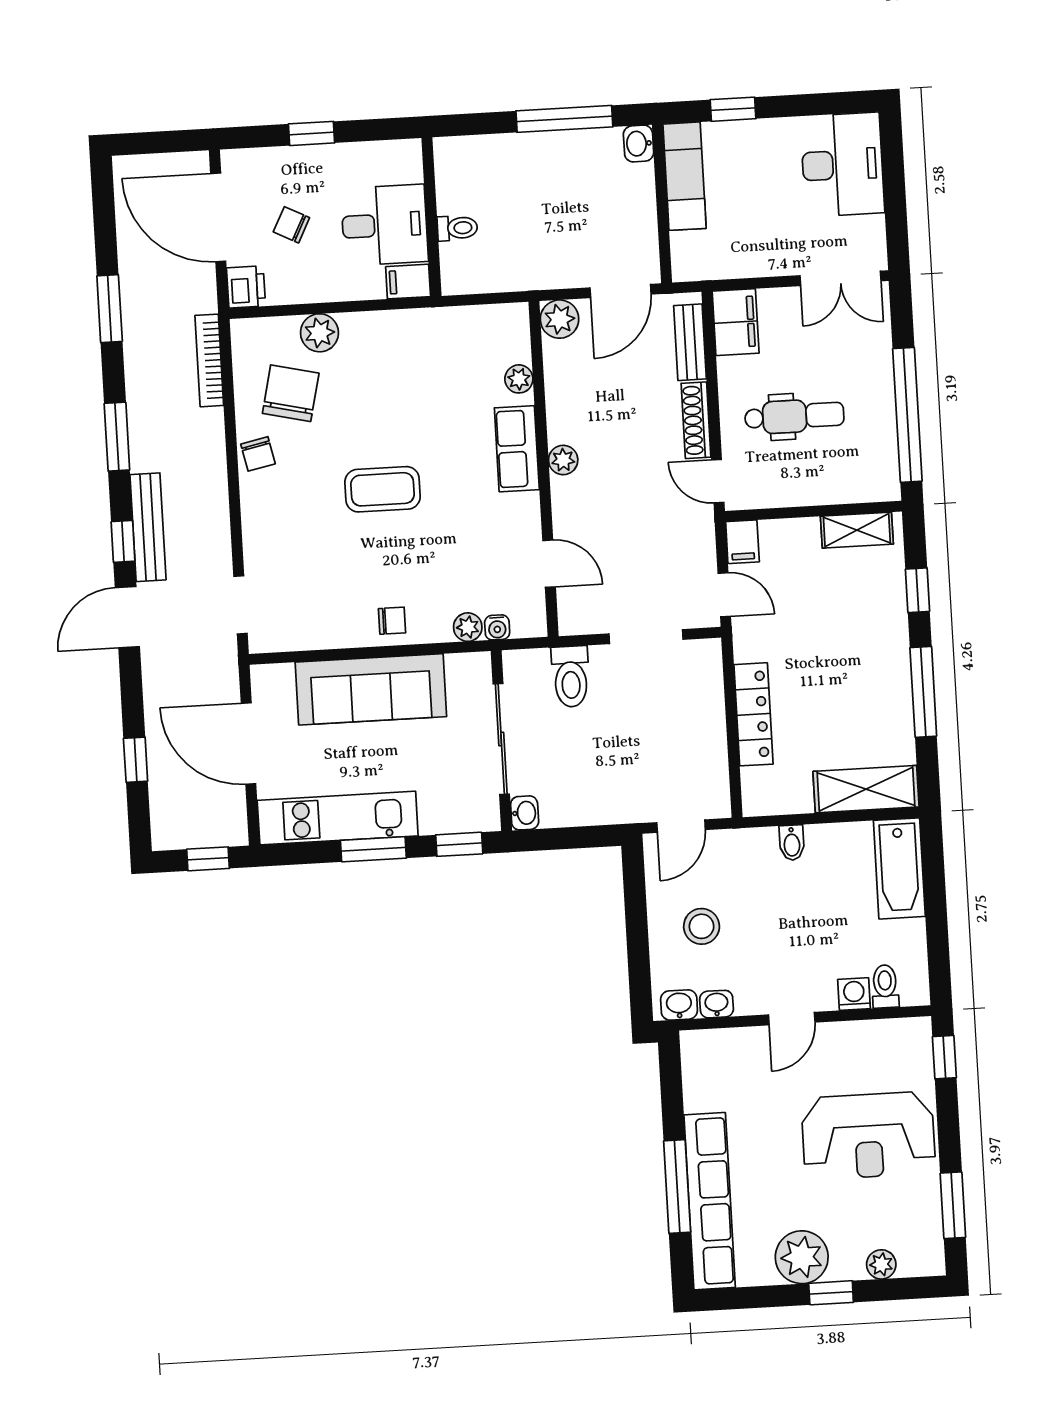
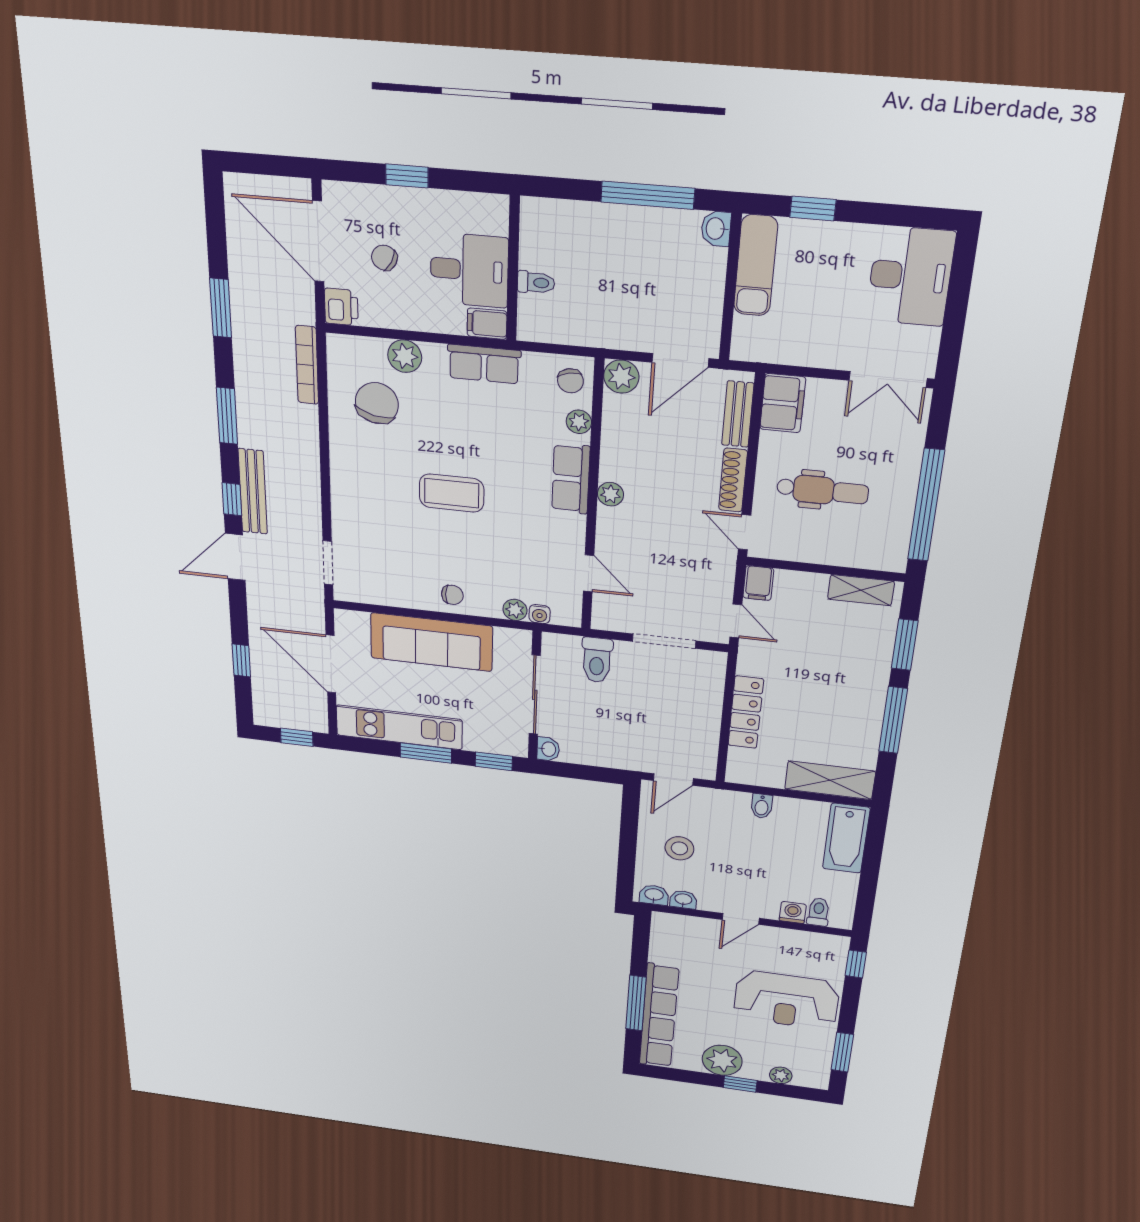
row of seats: (408, 328) -> (484, 364), added
chair: (258, 454) -> (570, 381), moved
window: (917, 590) -> (905, 645), width x1.50

